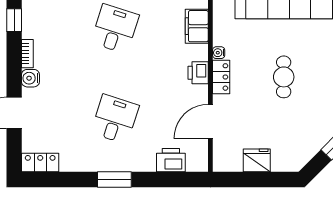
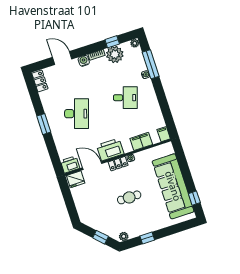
plant: (37, 23) -> (115, 54), added
printer: (198, 73) -> (110, 150), width x1.87, depth x1.48
desk: (115, 119) -> (77, 114), width x1.37
printer: (171, 160) -> (70, 165), moved, turned -90
fridge: (257, 160) -> (76, 179), moved, turned 90

